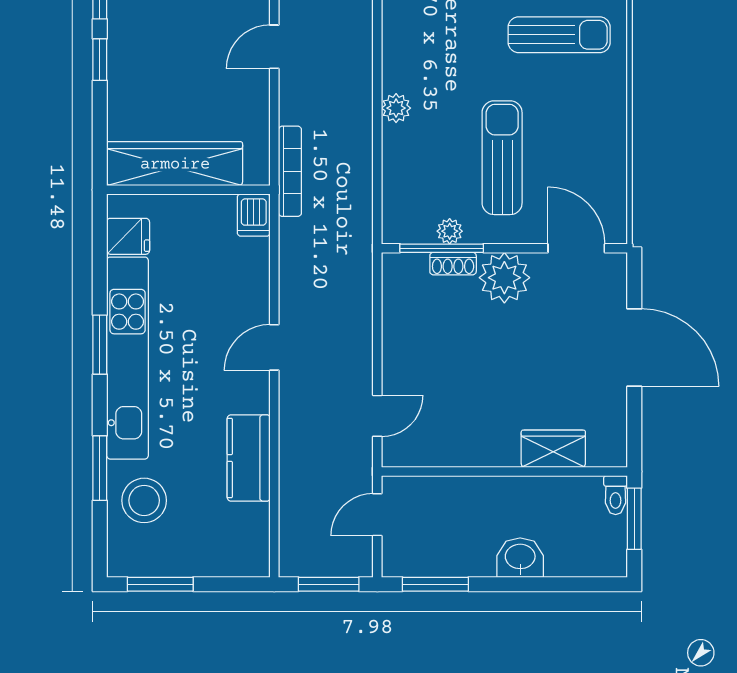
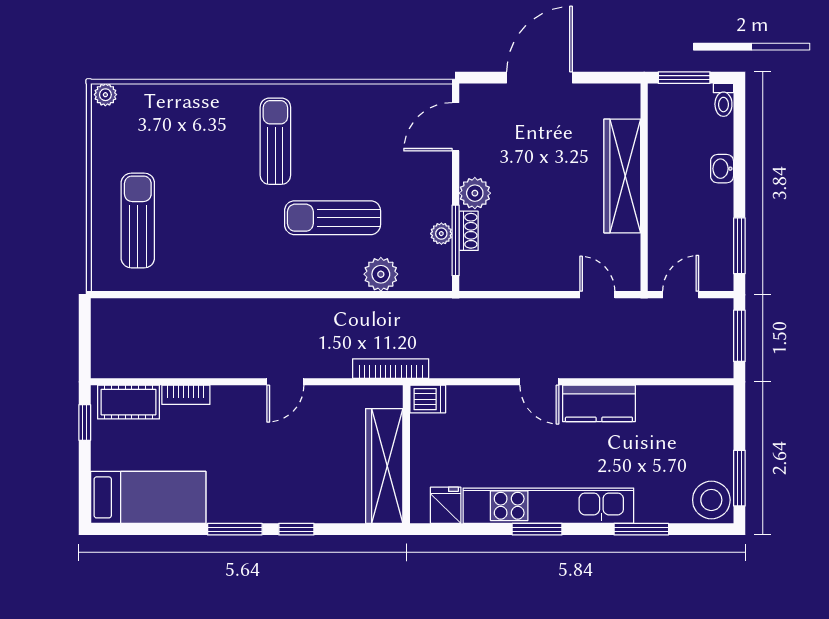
door: (274, 47) -> (285, 382), hinge flipped
plant: (396, 108) -> (381, 274), moved, width x1.38, depth x1.38
sun lounger: (502, 158) -> (333, 218), moved
plant: (504, 278) -> (475, 193), width x0.73, depth x0.73
wardrobe: (553, 449) -> (622, 176), width x2.10, depth x1.17
kitchen counter: (249, 458) -> (599, 403), moved
toilet: (616, 495) -> (723, 100), moved, turned 90
stool: (144, 500) -> (711, 500), moved
door: (377, 515) -> (681, 295), swing flipped
washbasin: (520, 558) -> (722, 169), width x0.72, depth x0.69

